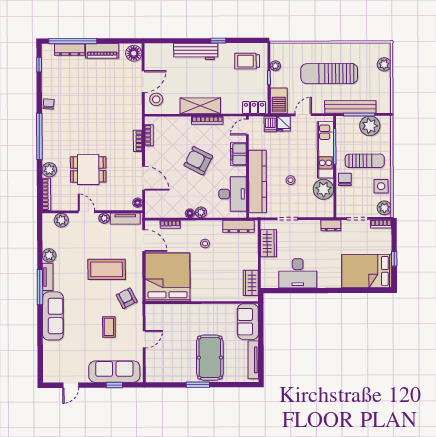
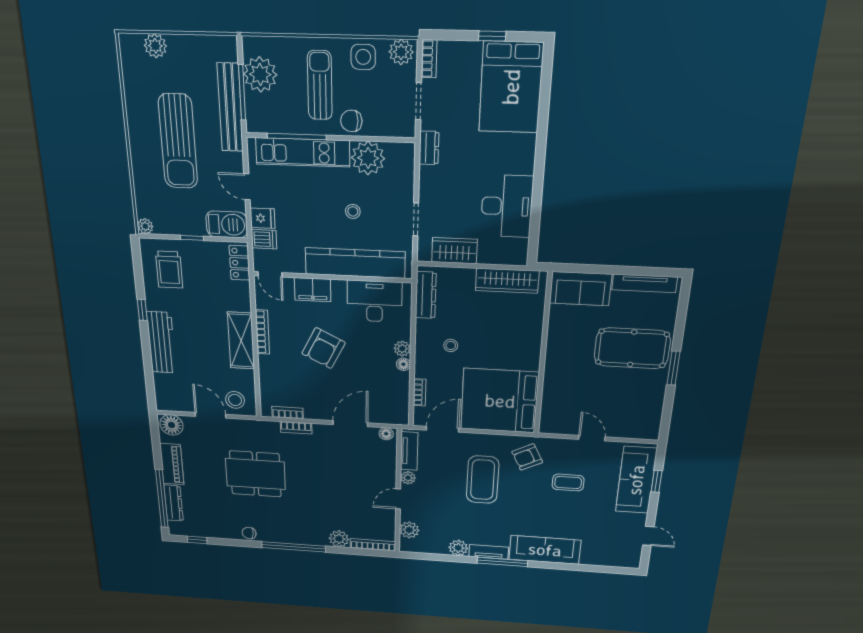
plant: (275, 66) -> (145, 226), moved
dining table: (88, 169) -> (255, 474), moved, width x1.37
wardrobe: (251, 283) -> (507, 281), width x1.50

